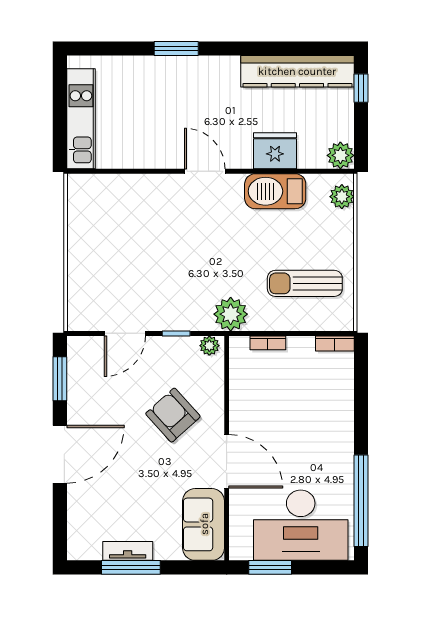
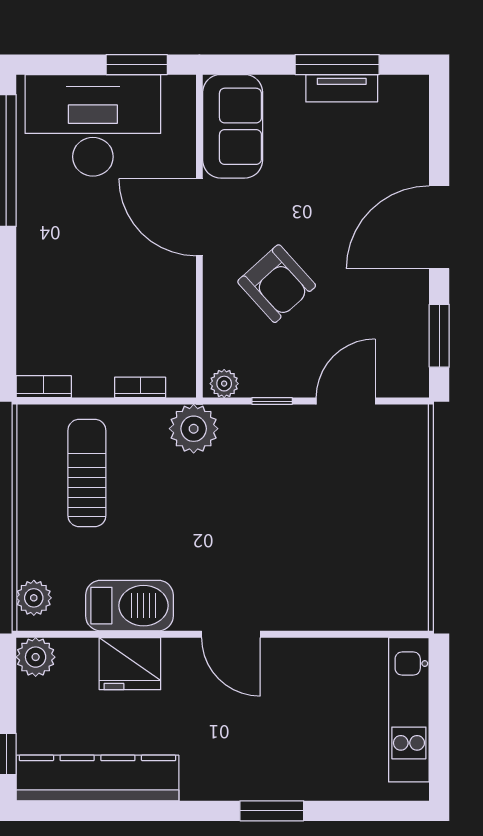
sun lounger: (305, 283) -> (87, 473), turned -90

